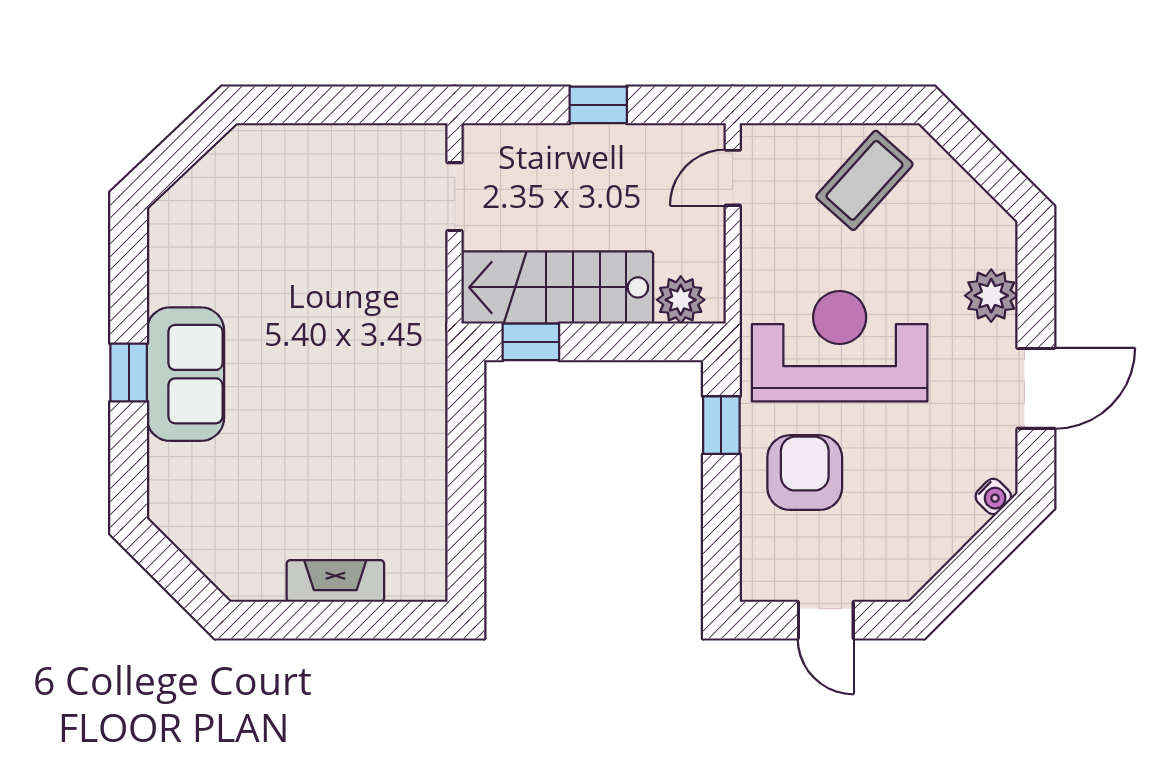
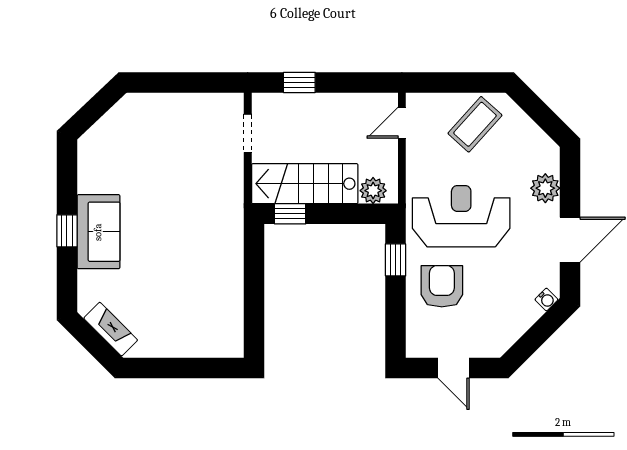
window: (598, 105) -> (299, 82), moved
fireplace: (335, 581) -> (111, 329), moved, turned 45

